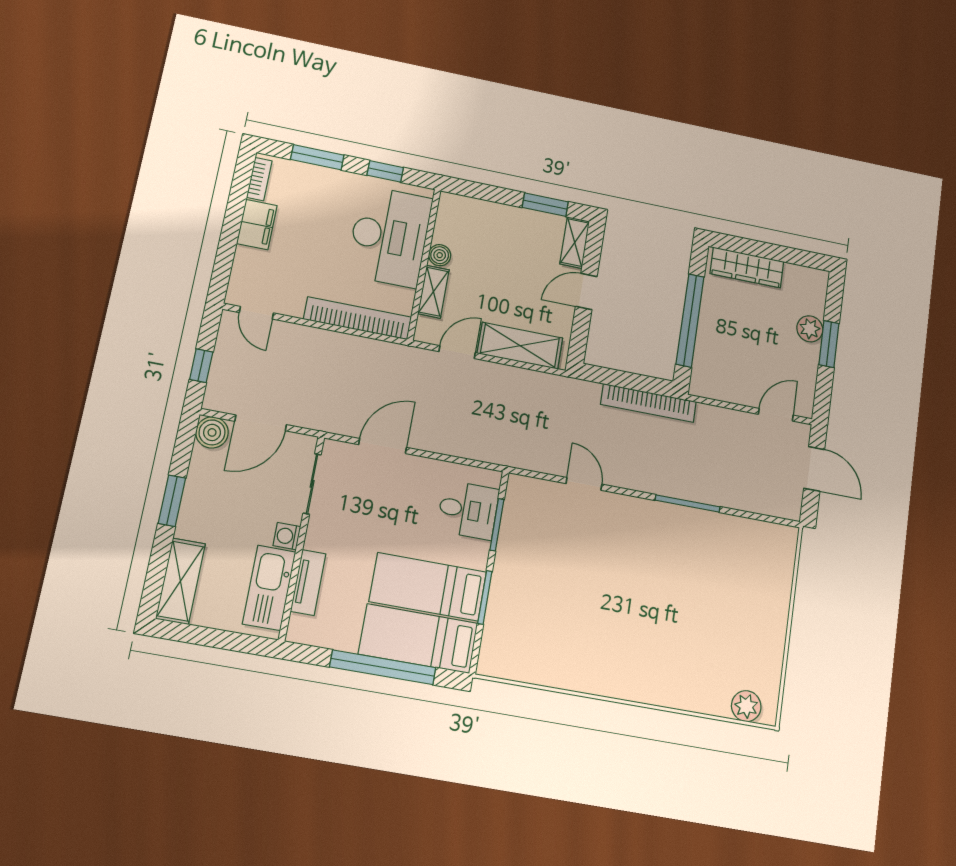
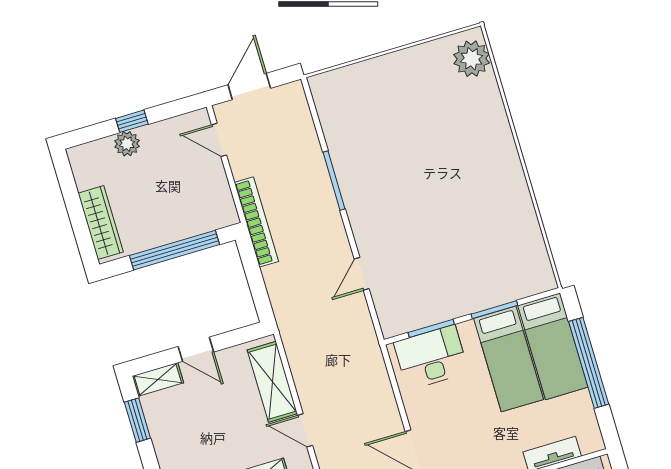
window: (829, 344) -> (132, 121), width x0.67
bookcase: (648, 403) -> (256, 222), moved
desk: (468, 510) -> (431, 357), width x1.37
plant: (746, 706) -> (472, 59), width x1.36, depth x1.36

